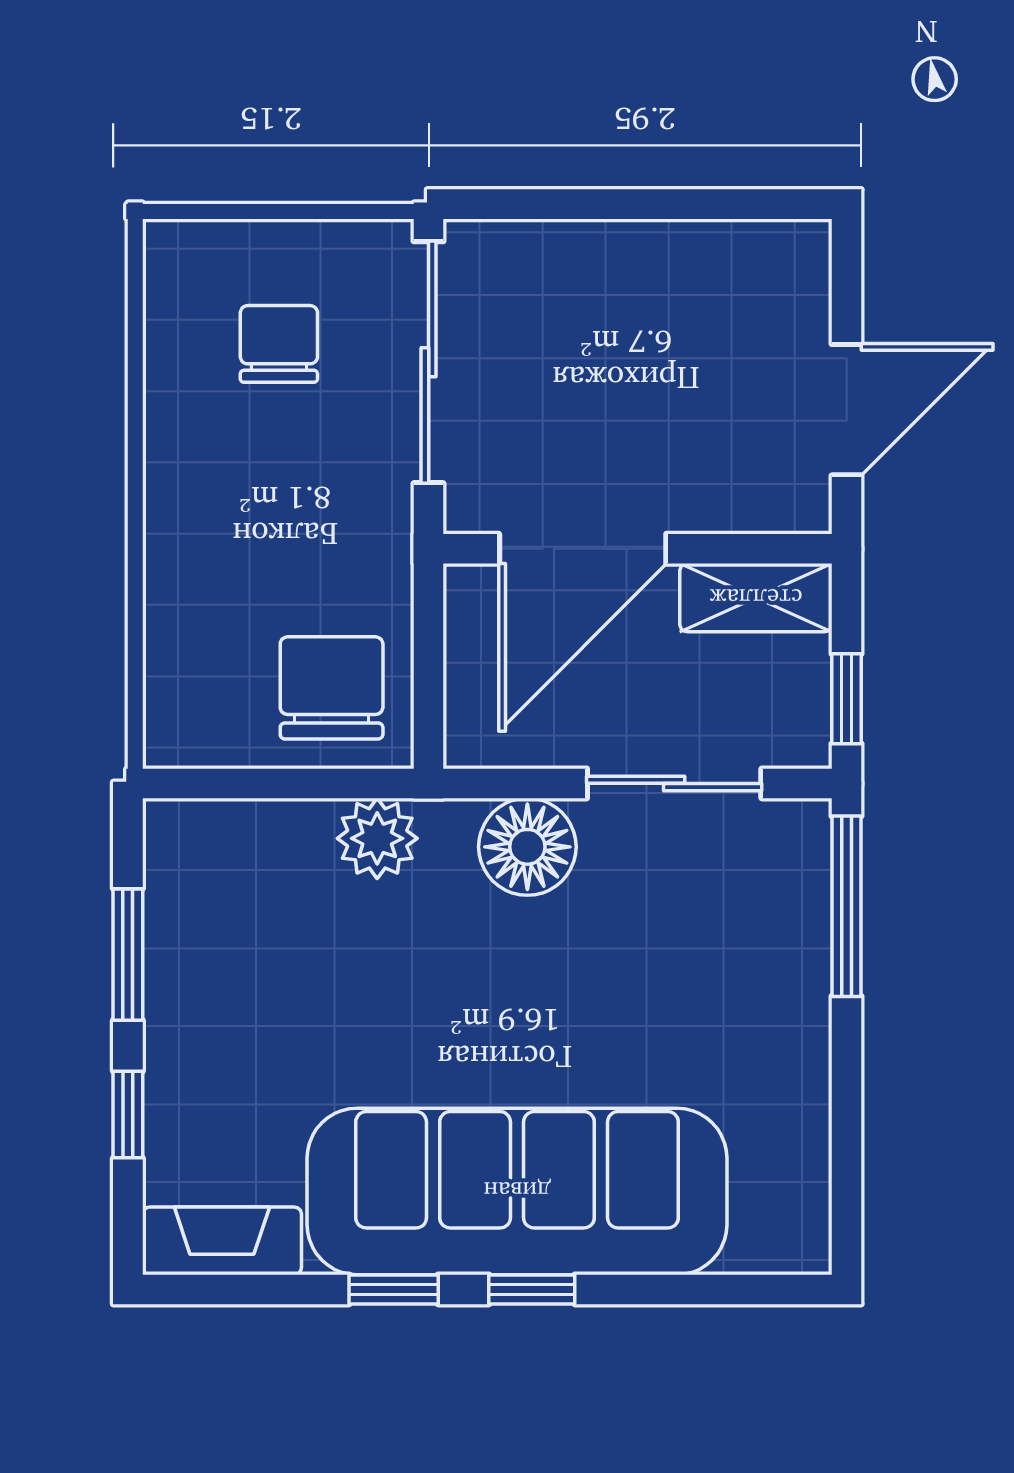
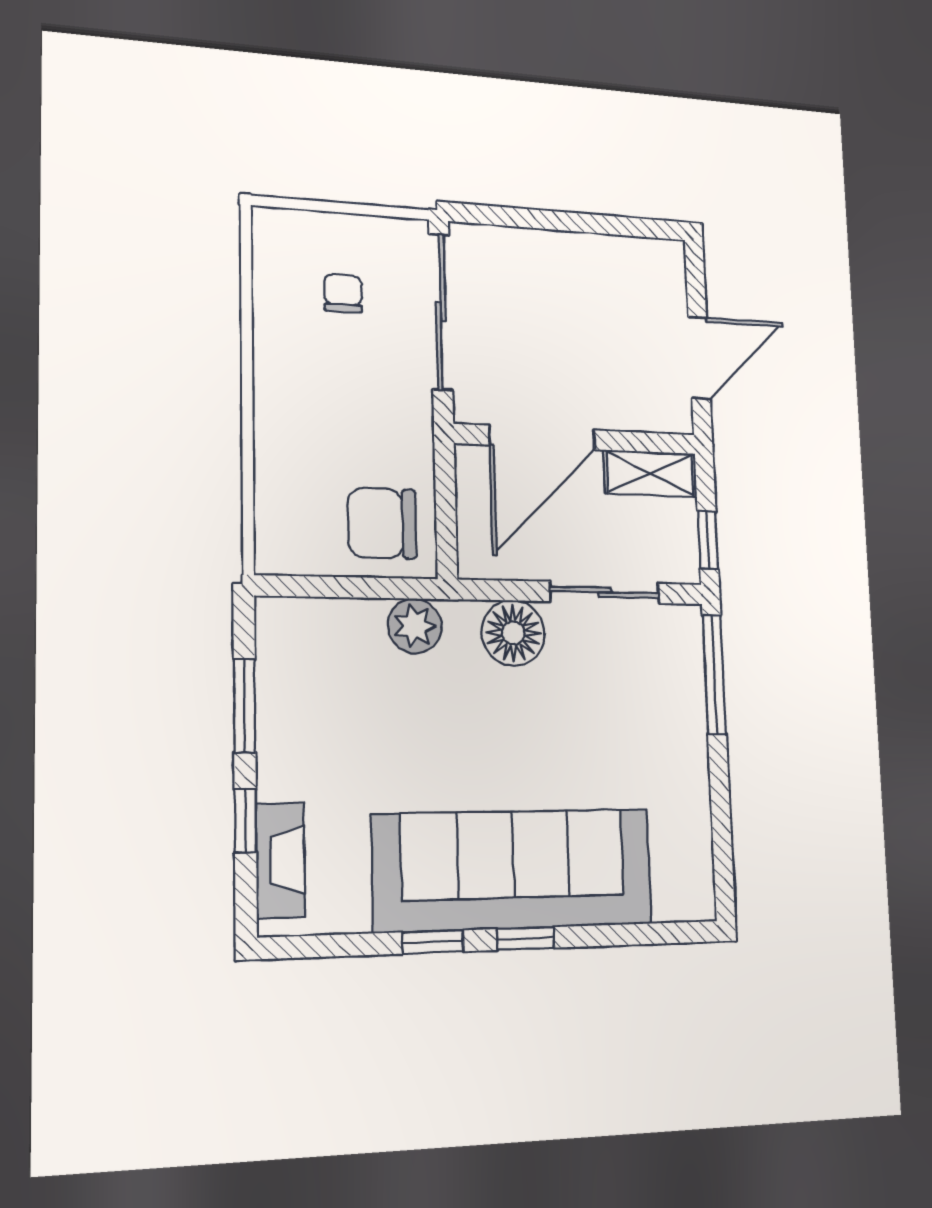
chair: (279, 344) -> (343, 293), width x0.73, depth x0.73
chair: (332, 688) -> (382, 523), turned -90
fireplace: (222, 1241) -> (280, 860), moved, turned 90

